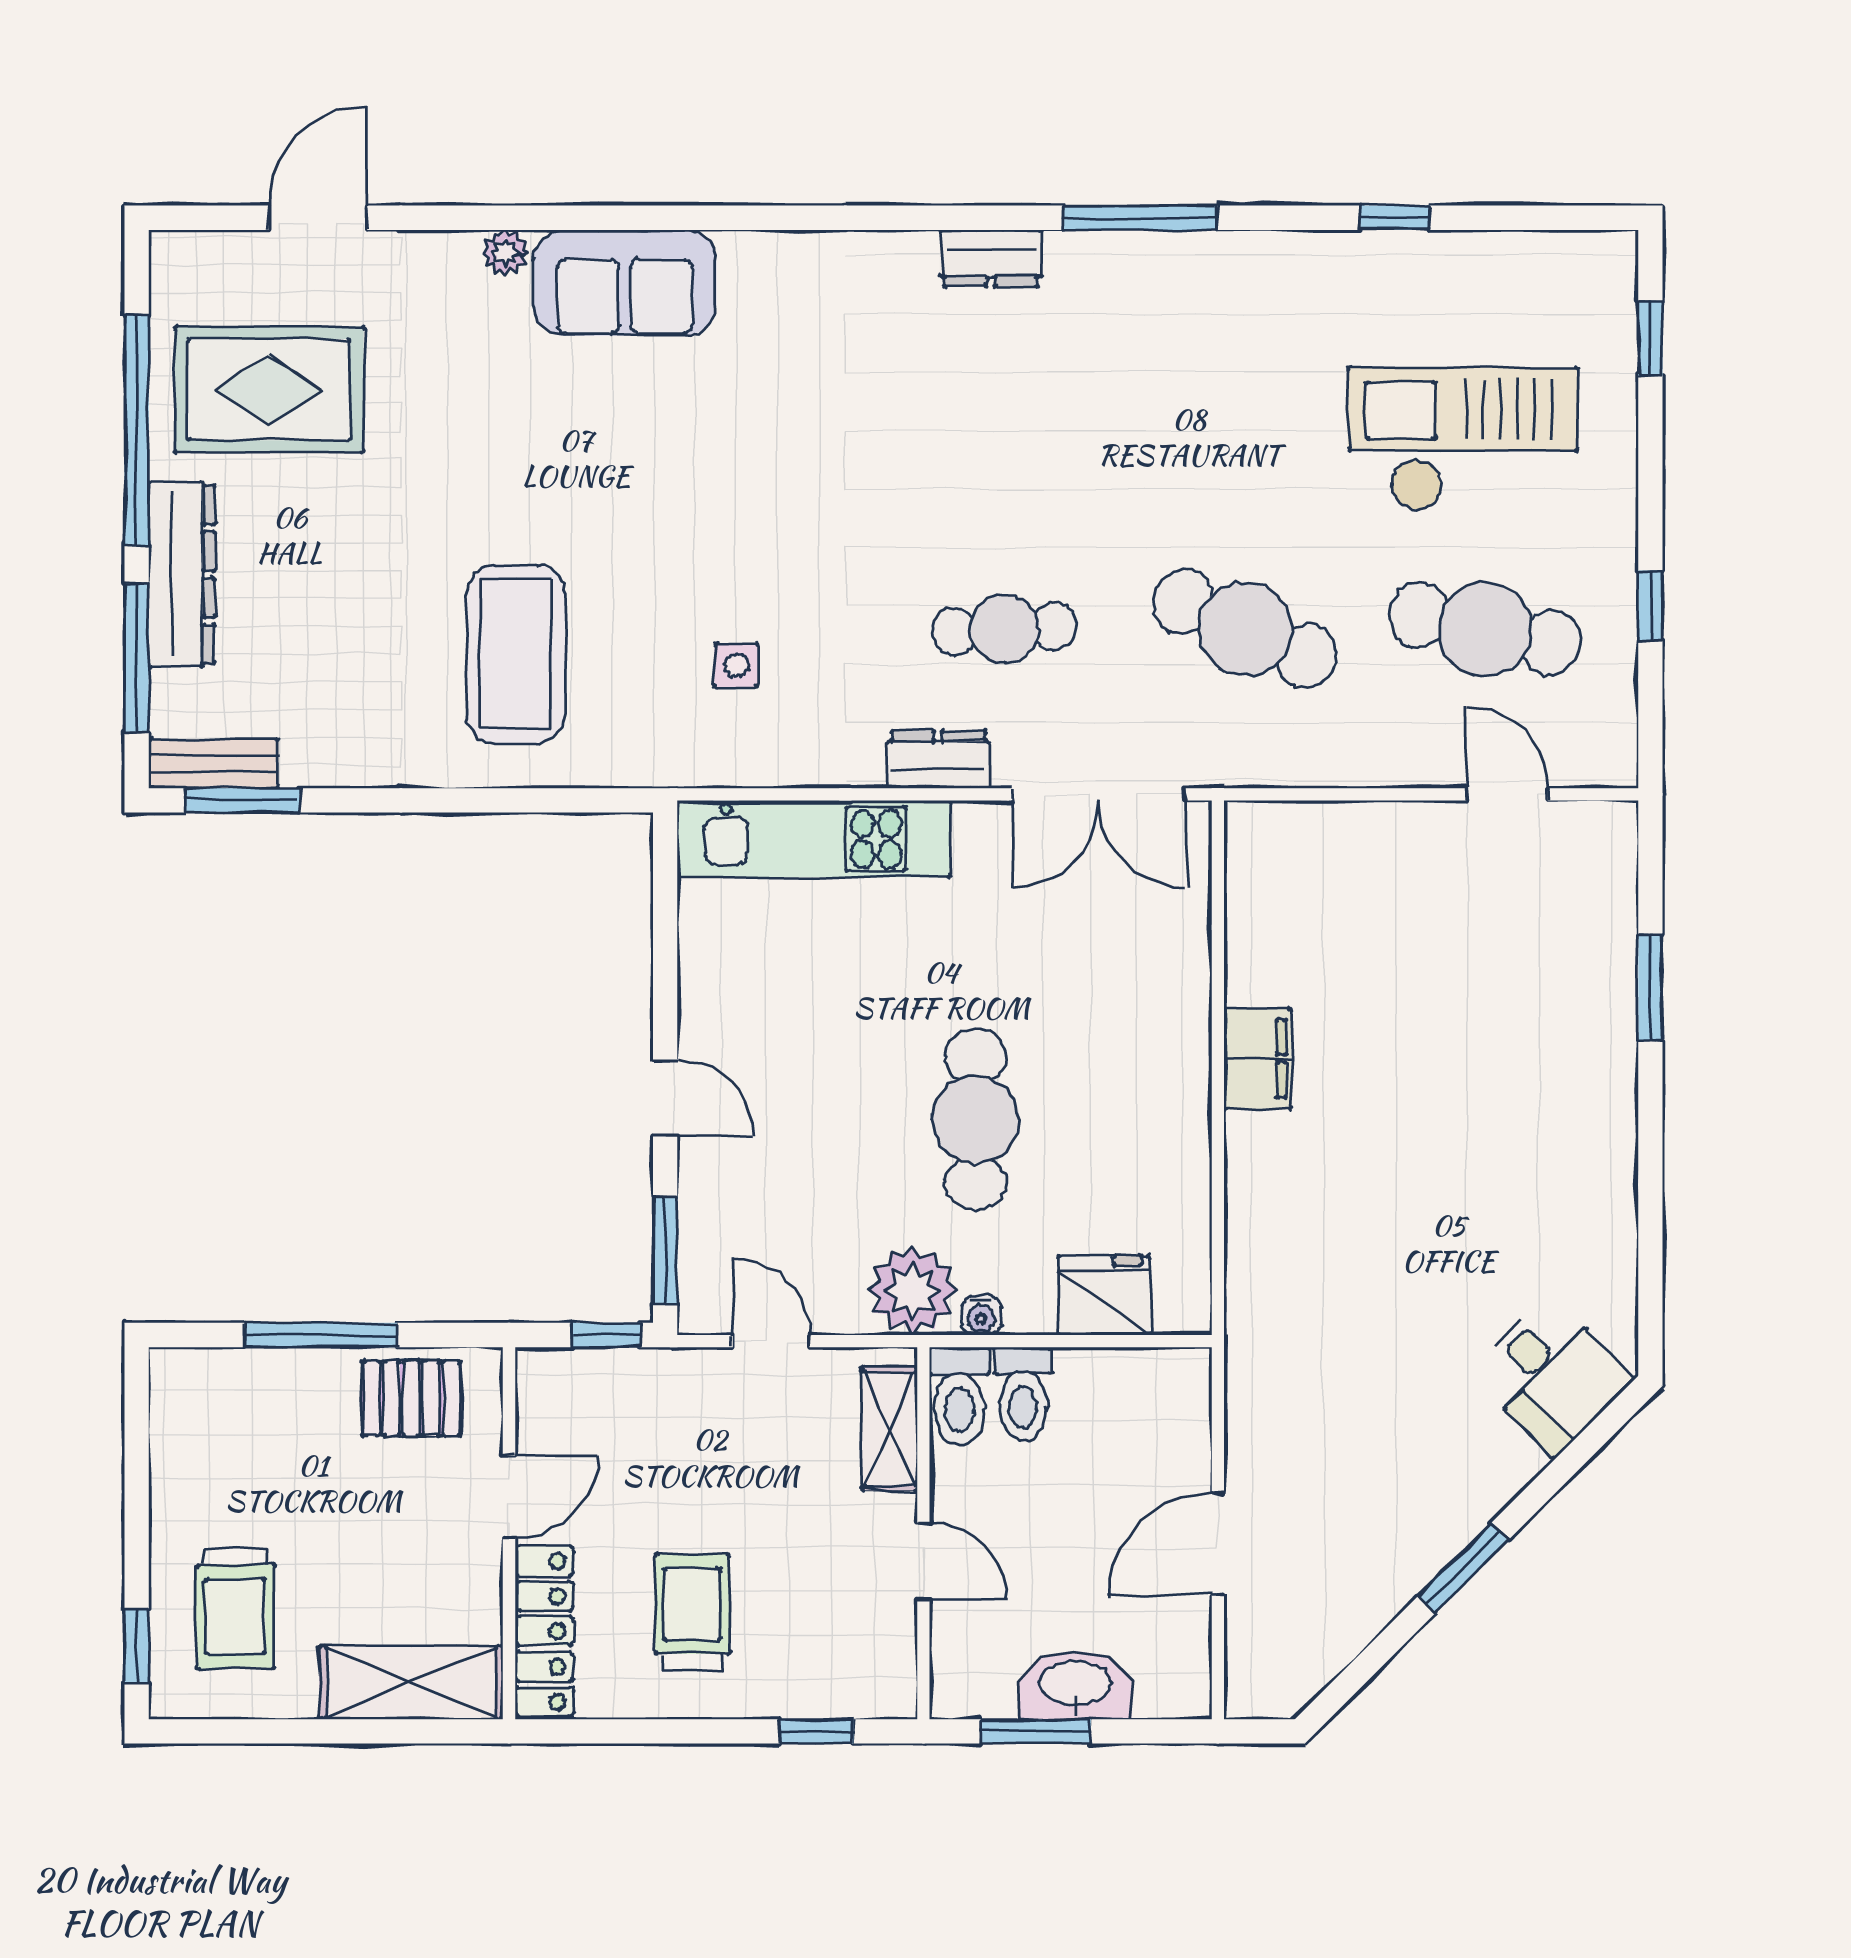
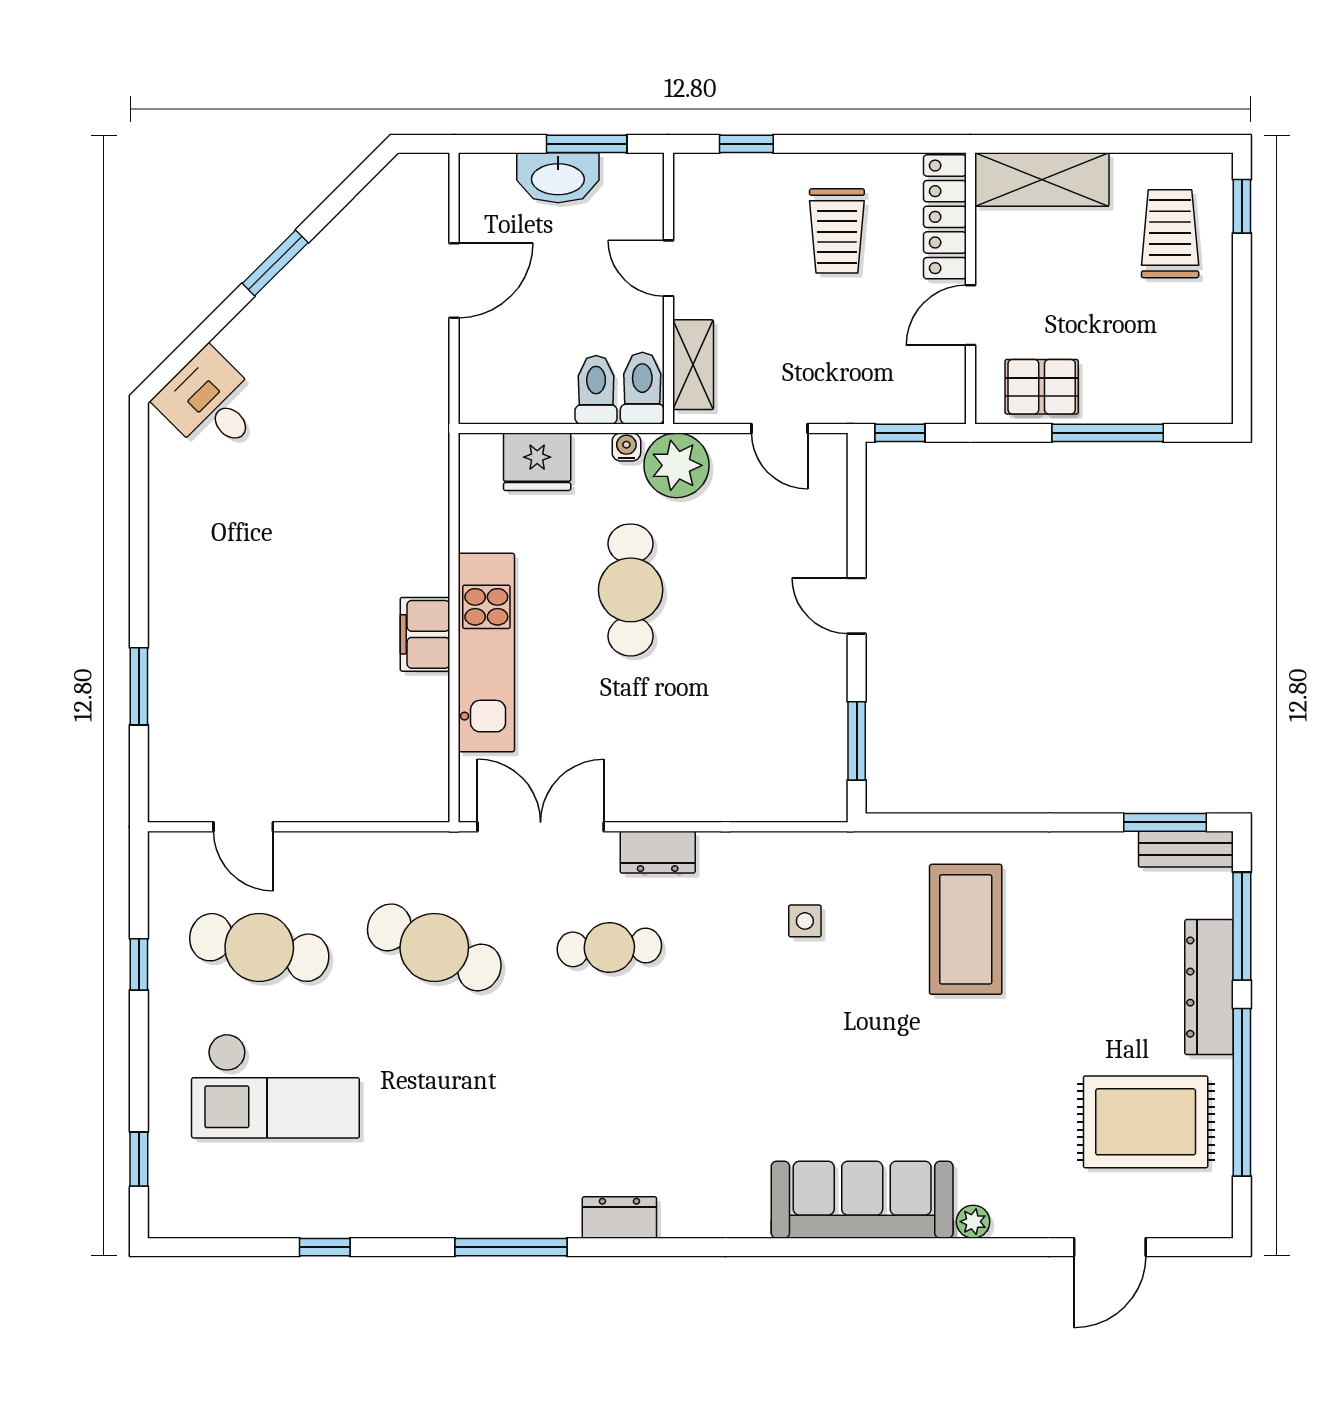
sofa: (625, 283) -> (862, 1200), width x1.36
kitchen unit: (813, 839) -> (486, 653), moved, turned 90
window: (665, 1250) -> (857, 741), moved

